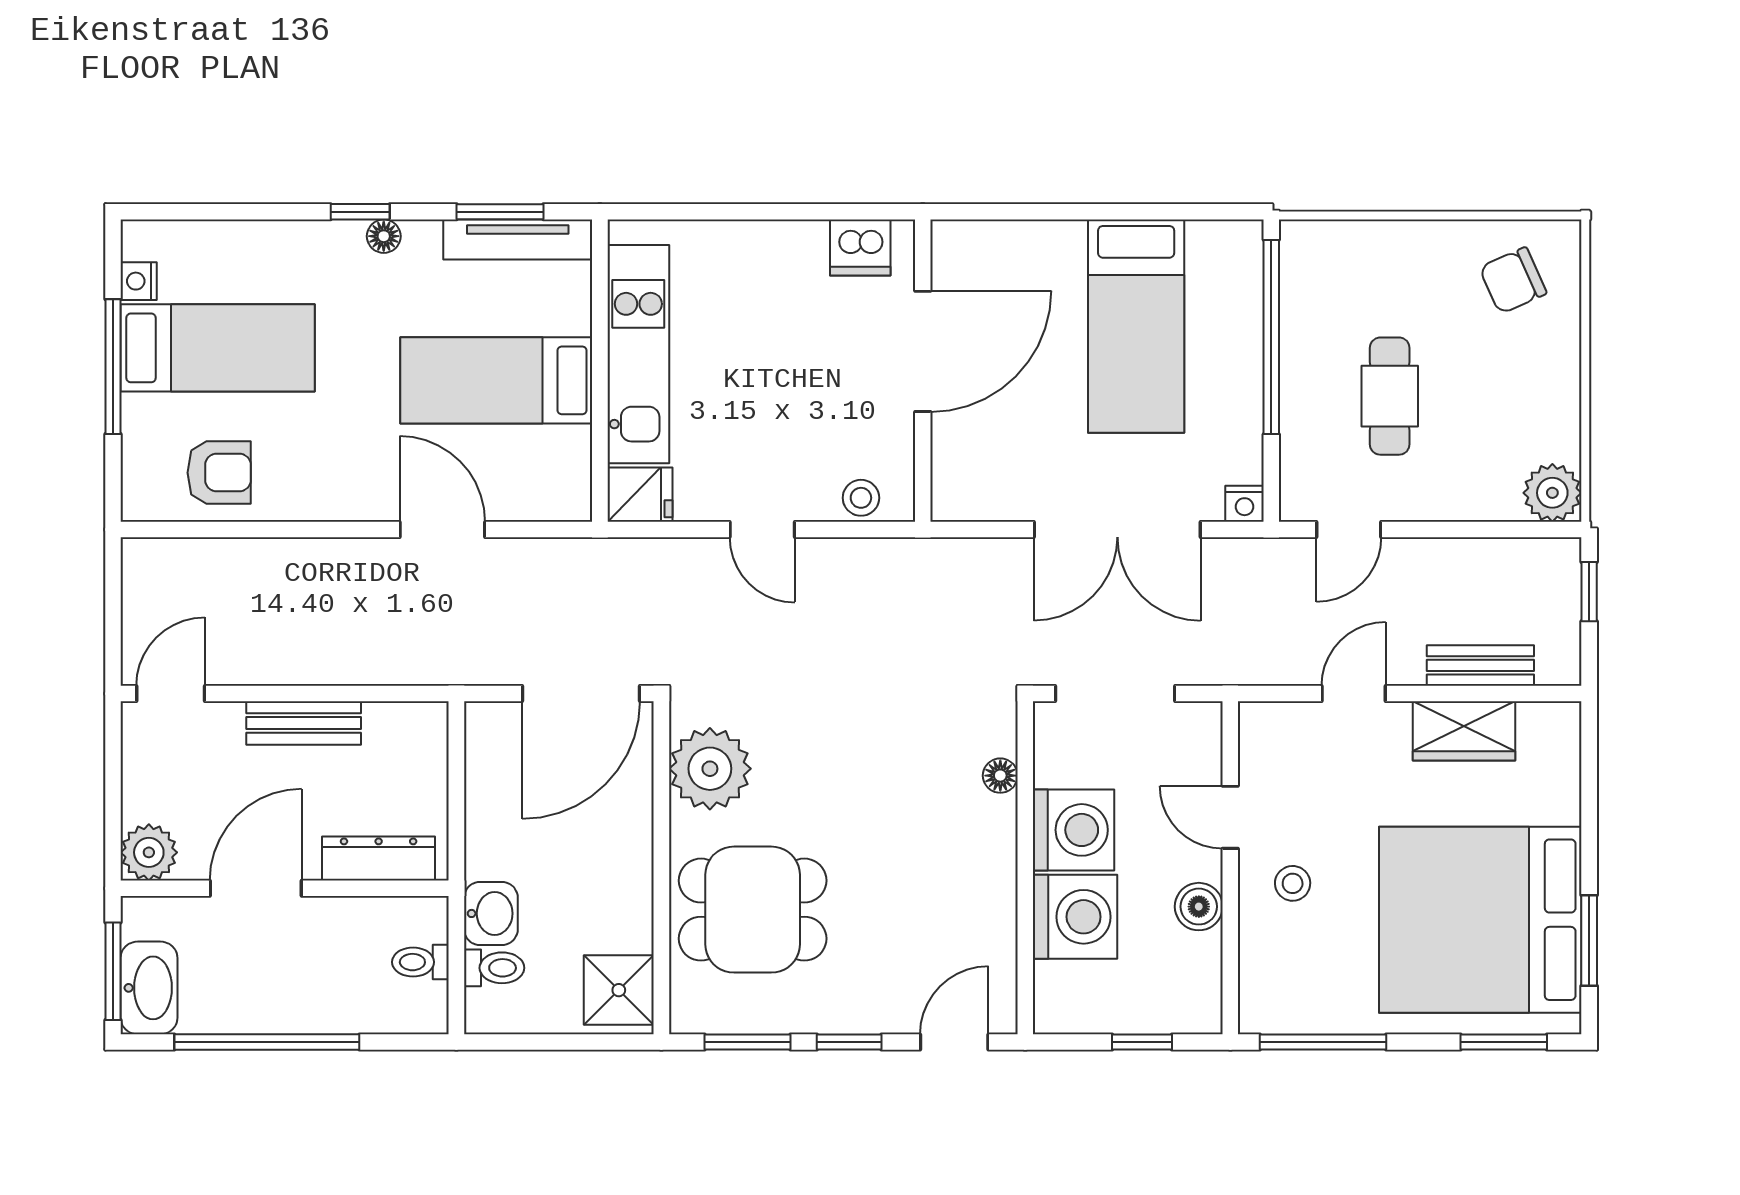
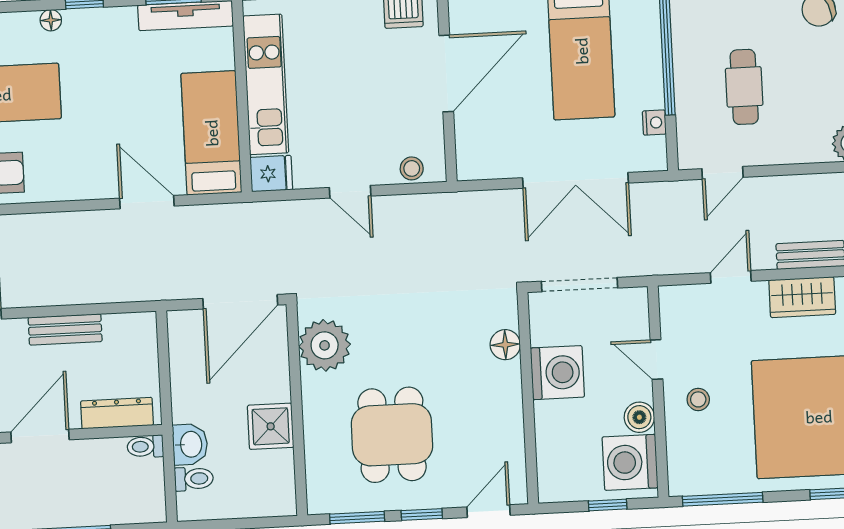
floor lamp: (384, 236) -> (51, 20), moved
bed: (496, 380) -> (211, 133), moved, turned 90
nightstand: (1244, 504) -> (654, 123), moved, turned -90
floor lamp: (1000, 776) -> (505, 345), width x1.37, depth x1.37
dining table: (753, 910) -> (392, 435), moved, turned 90
washing machine: (1075, 917) -> (630, 462), moved, turned 180
toilet: (420, 962) -> (145, 447), moved
shower: (619, 990) -> (271, 426), moved

